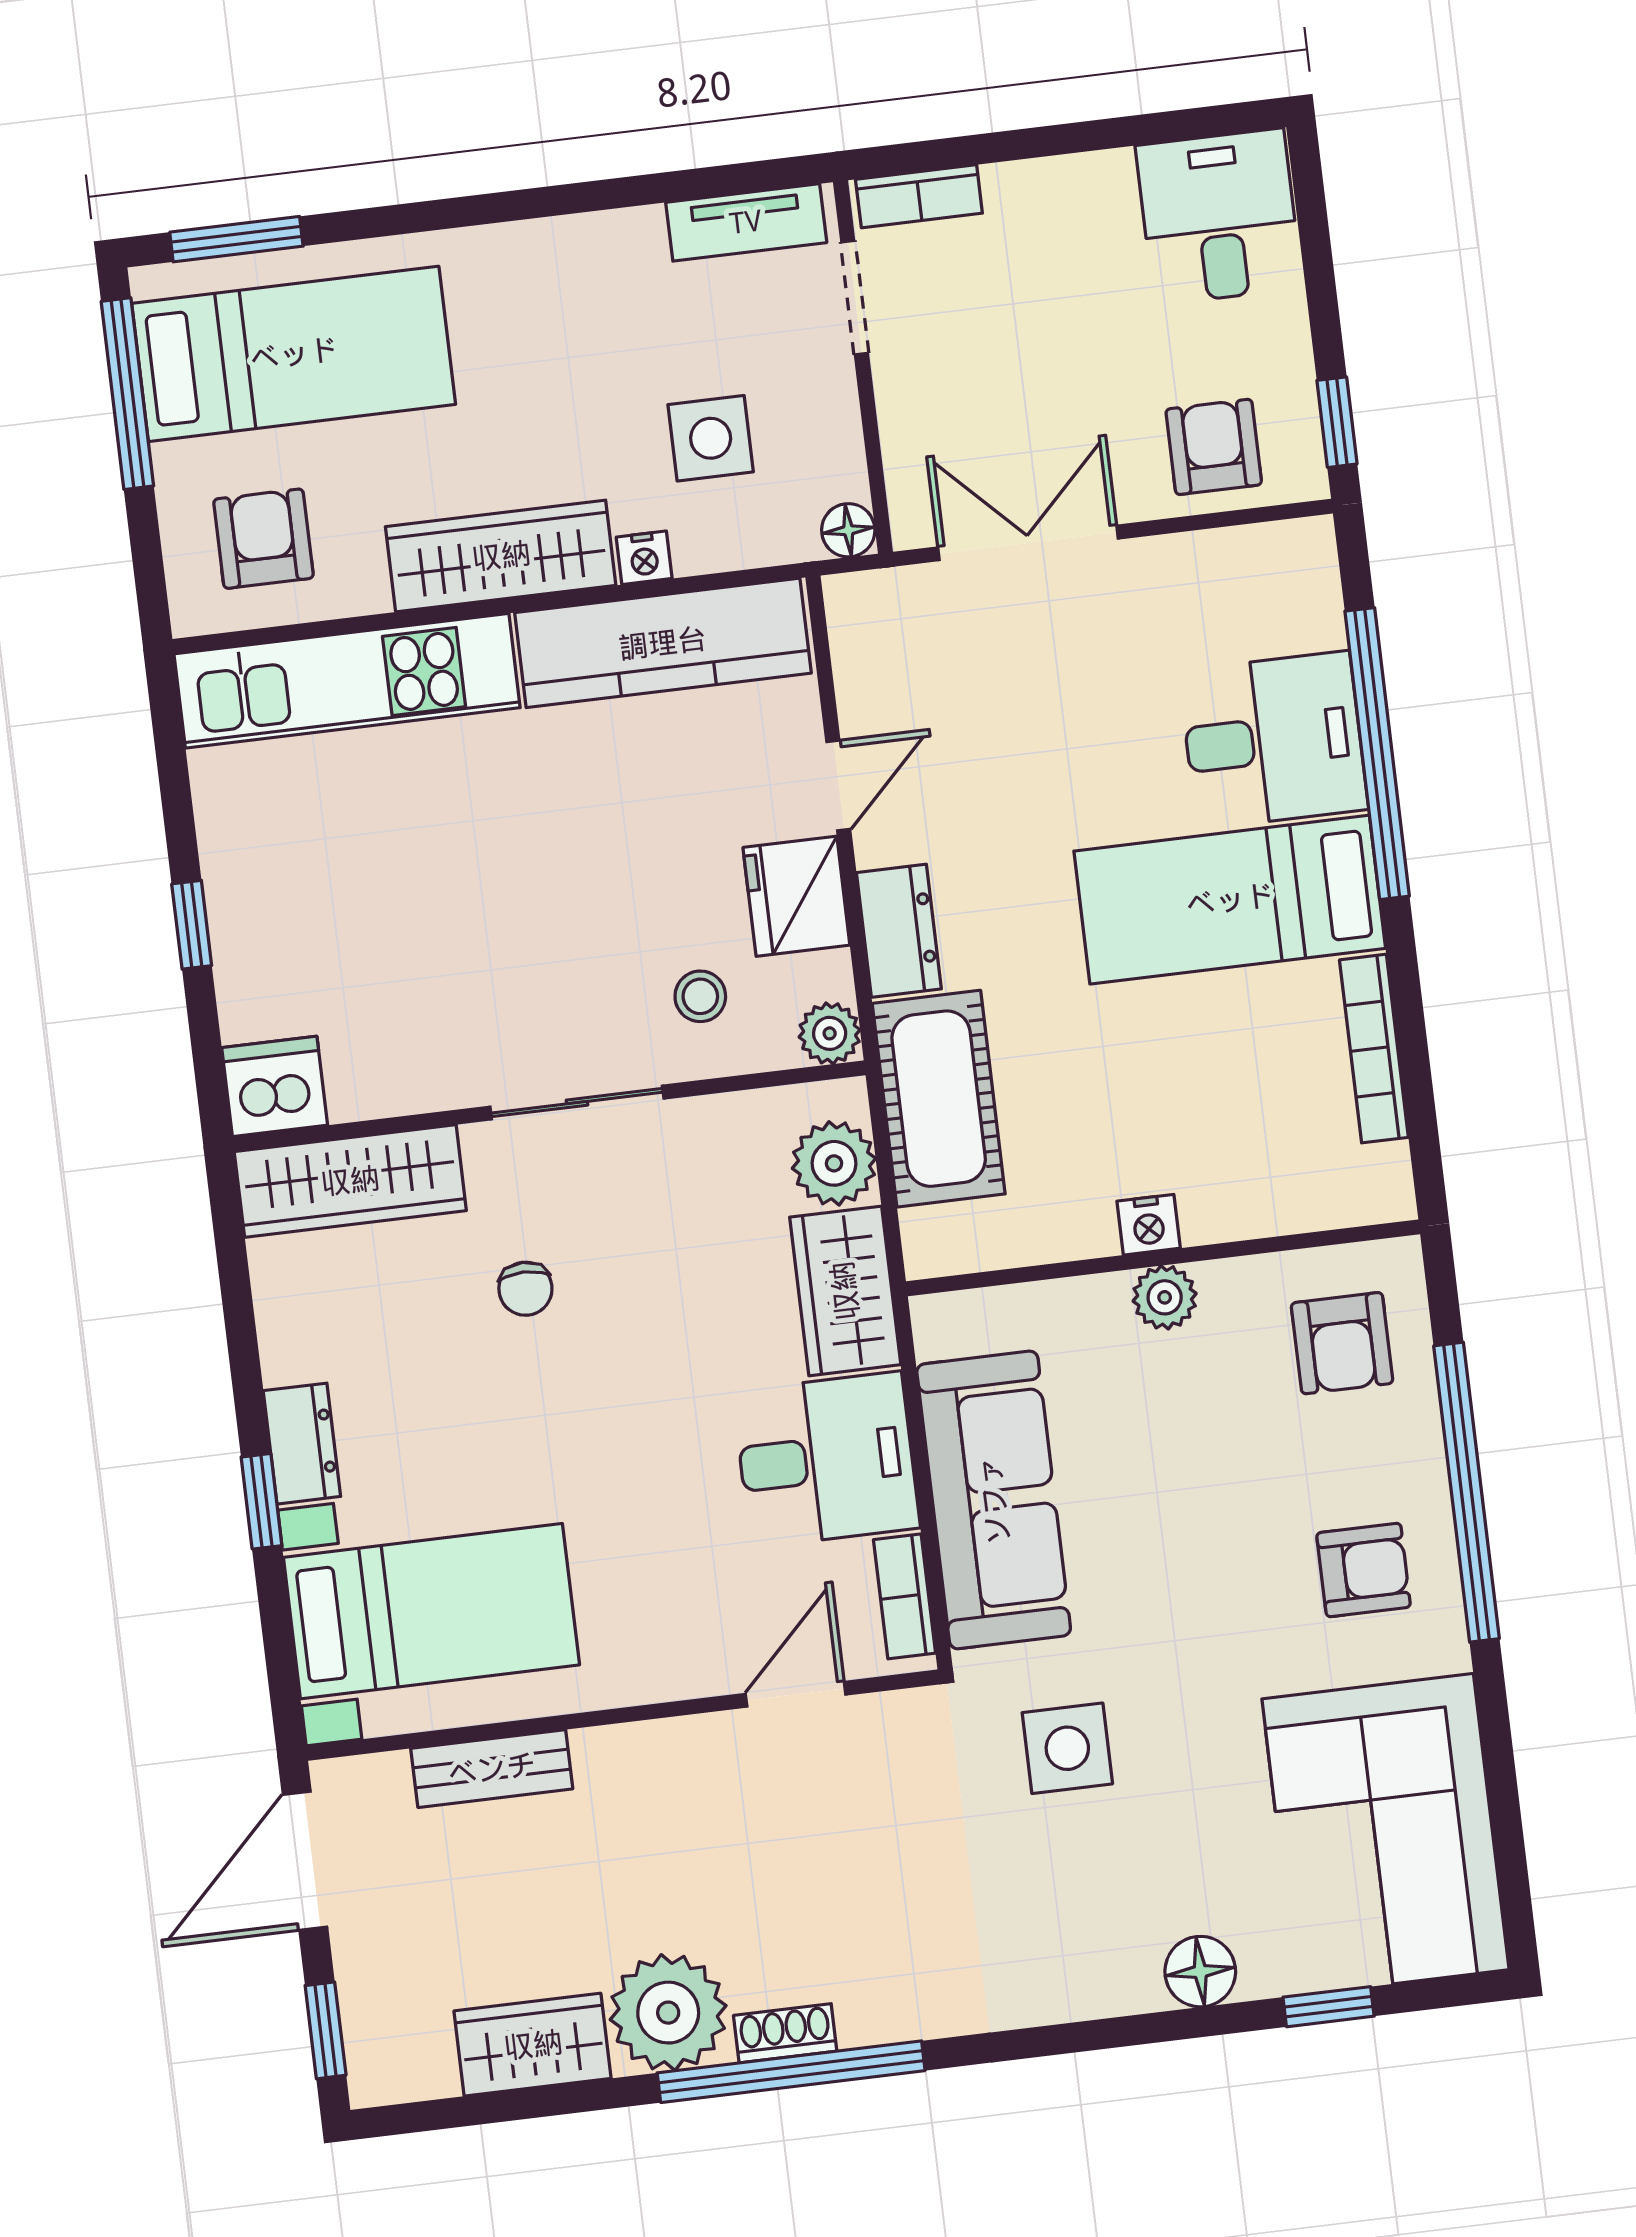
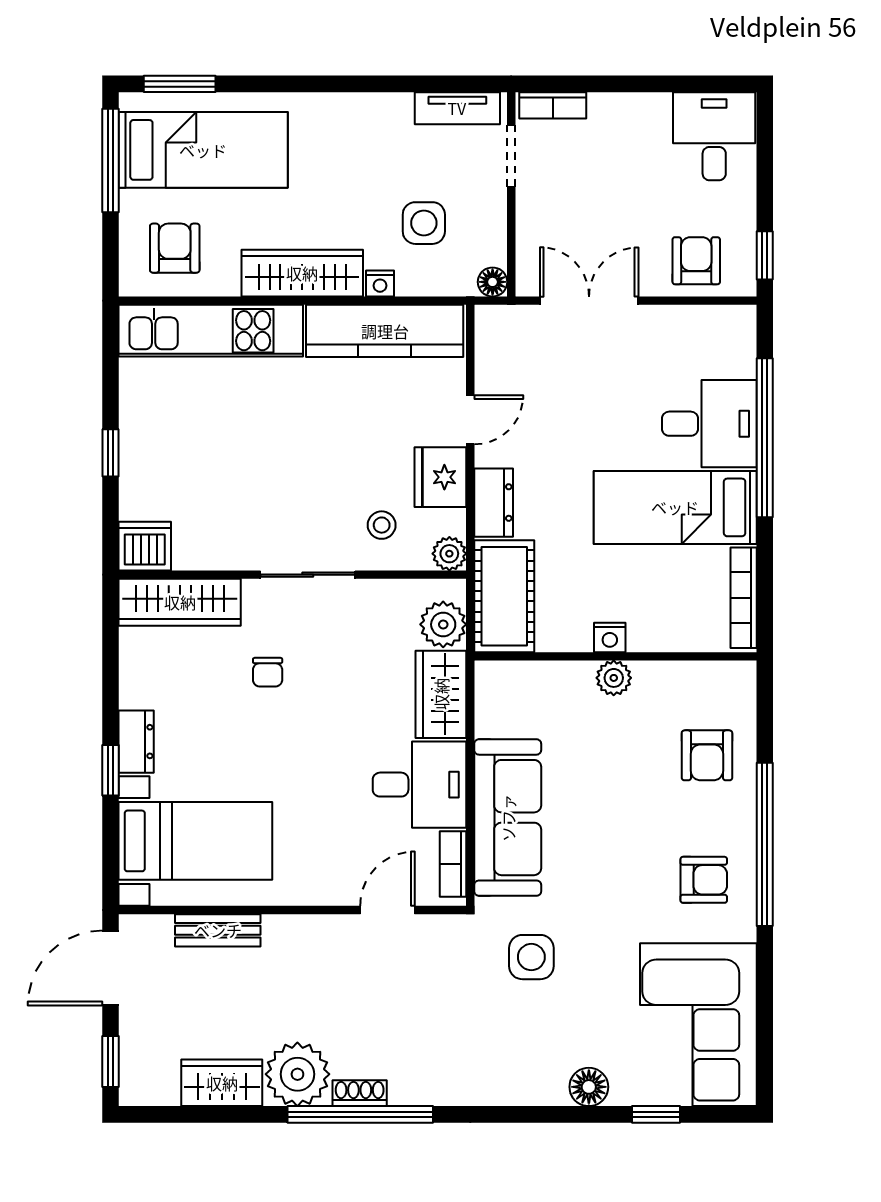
nightstand: (1149, 1225) -> (610, 637), moved
wall: (1163, 1258) -> (615, 656), moved
plant: (1165, 1297) -> (614, 678), moved

